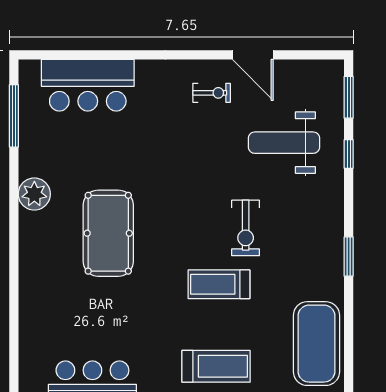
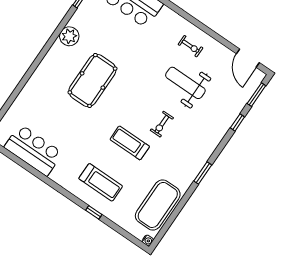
door: (253, 55) -> (248, 58), moved
weight bench: (284, 143) -> (185, 83), moved
exercise bike: (246, 228) -> (162, 124), width x0.73, depth x0.72

